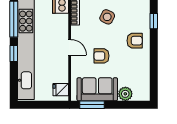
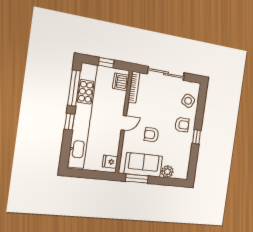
side table: (107, 17) -> (188, 101), moved
window: (154, 21) -> (197, 137), moved
door: (70, 47) -> (124, 123), hinge flipped

